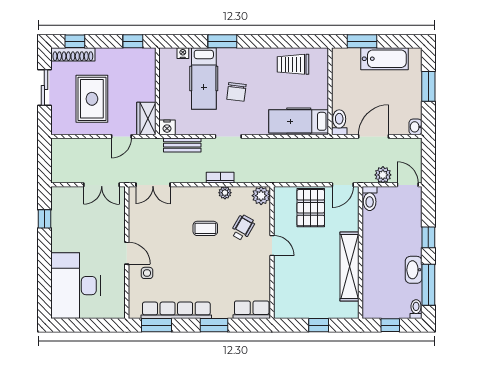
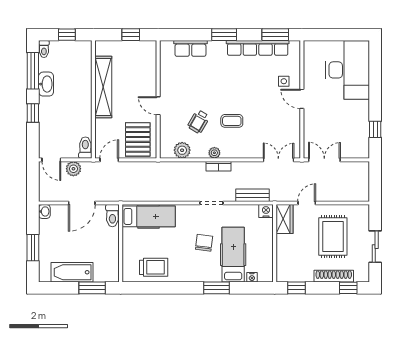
shoe rack: (73, 54) -> (334, 276), moved
door: (272, 245) -> (158, 106), moved
wall: (272, 252) -> (158, 99), moved

